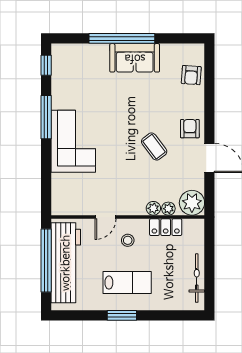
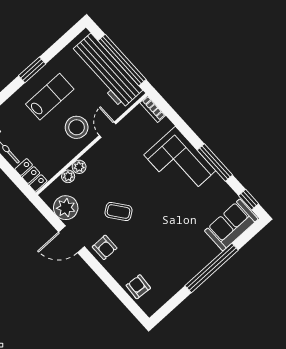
sofa: (135, 58) -> (231, 225), moved
bookcase: (57, 201) -> (153, 109), added
plant: (192, 203) -> (66, 208), moved
locker: (166, 227) -> (31, 175), moved, turned 90
stool: (128, 240) -> (77, 127), width x1.89, depth x1.89
lab bench: (127, 283) -> (50, 97), turned 180

